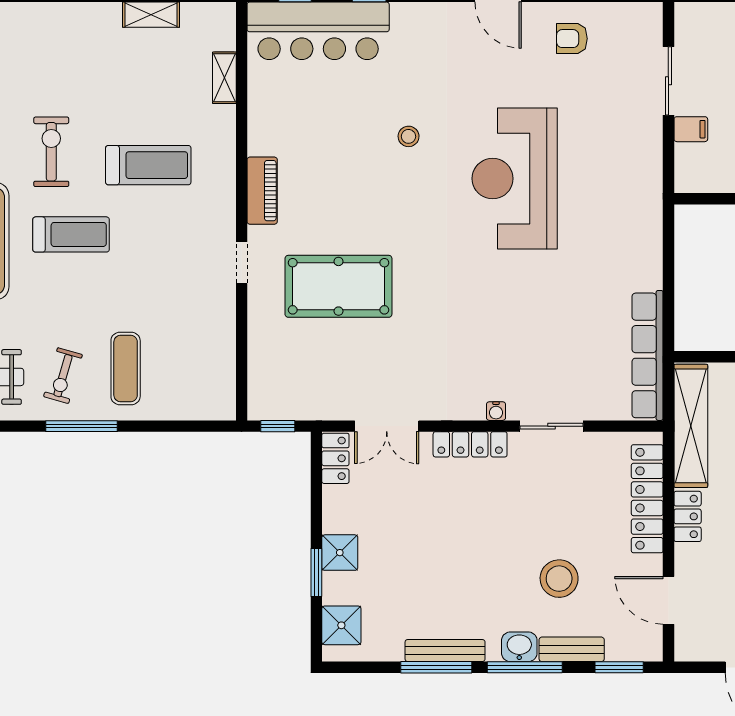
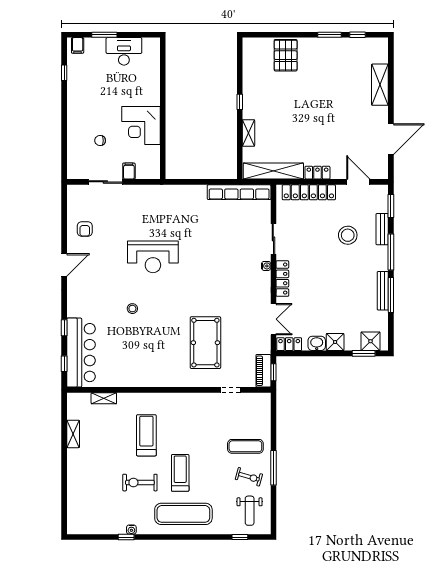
reception desk: (515, 179) -> (153, 257), width x0.74, depth x0.77
piano: (262, 191) -> (263, 371), moved, turned -90
doorway: (242, 263) -> (230, 390), moved
window: (316, 573) -> (364, 353), moved
door: (668, 600) -> (358, 182), swing flipped
washbasin: (519, 647) -> (317, 343), moved, turned 90

